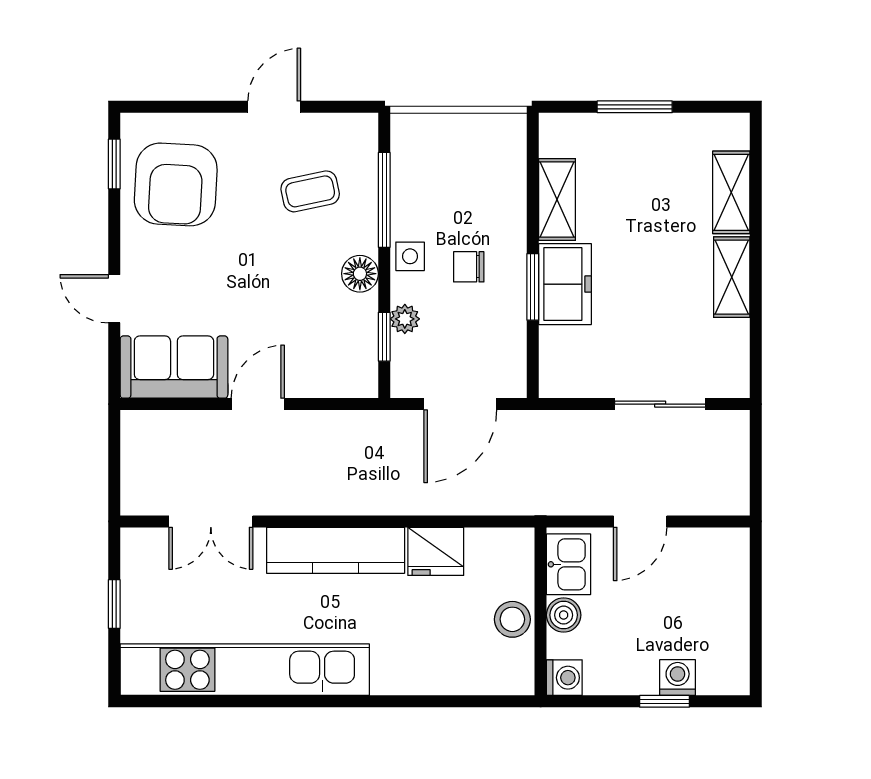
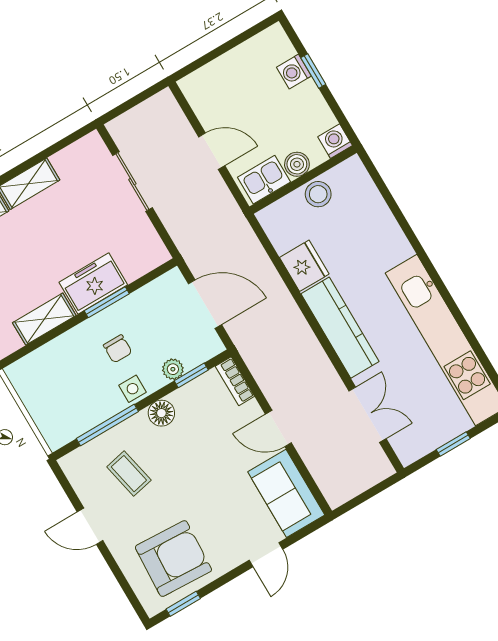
bookcase: (346, 385) -> (235, 381), added

